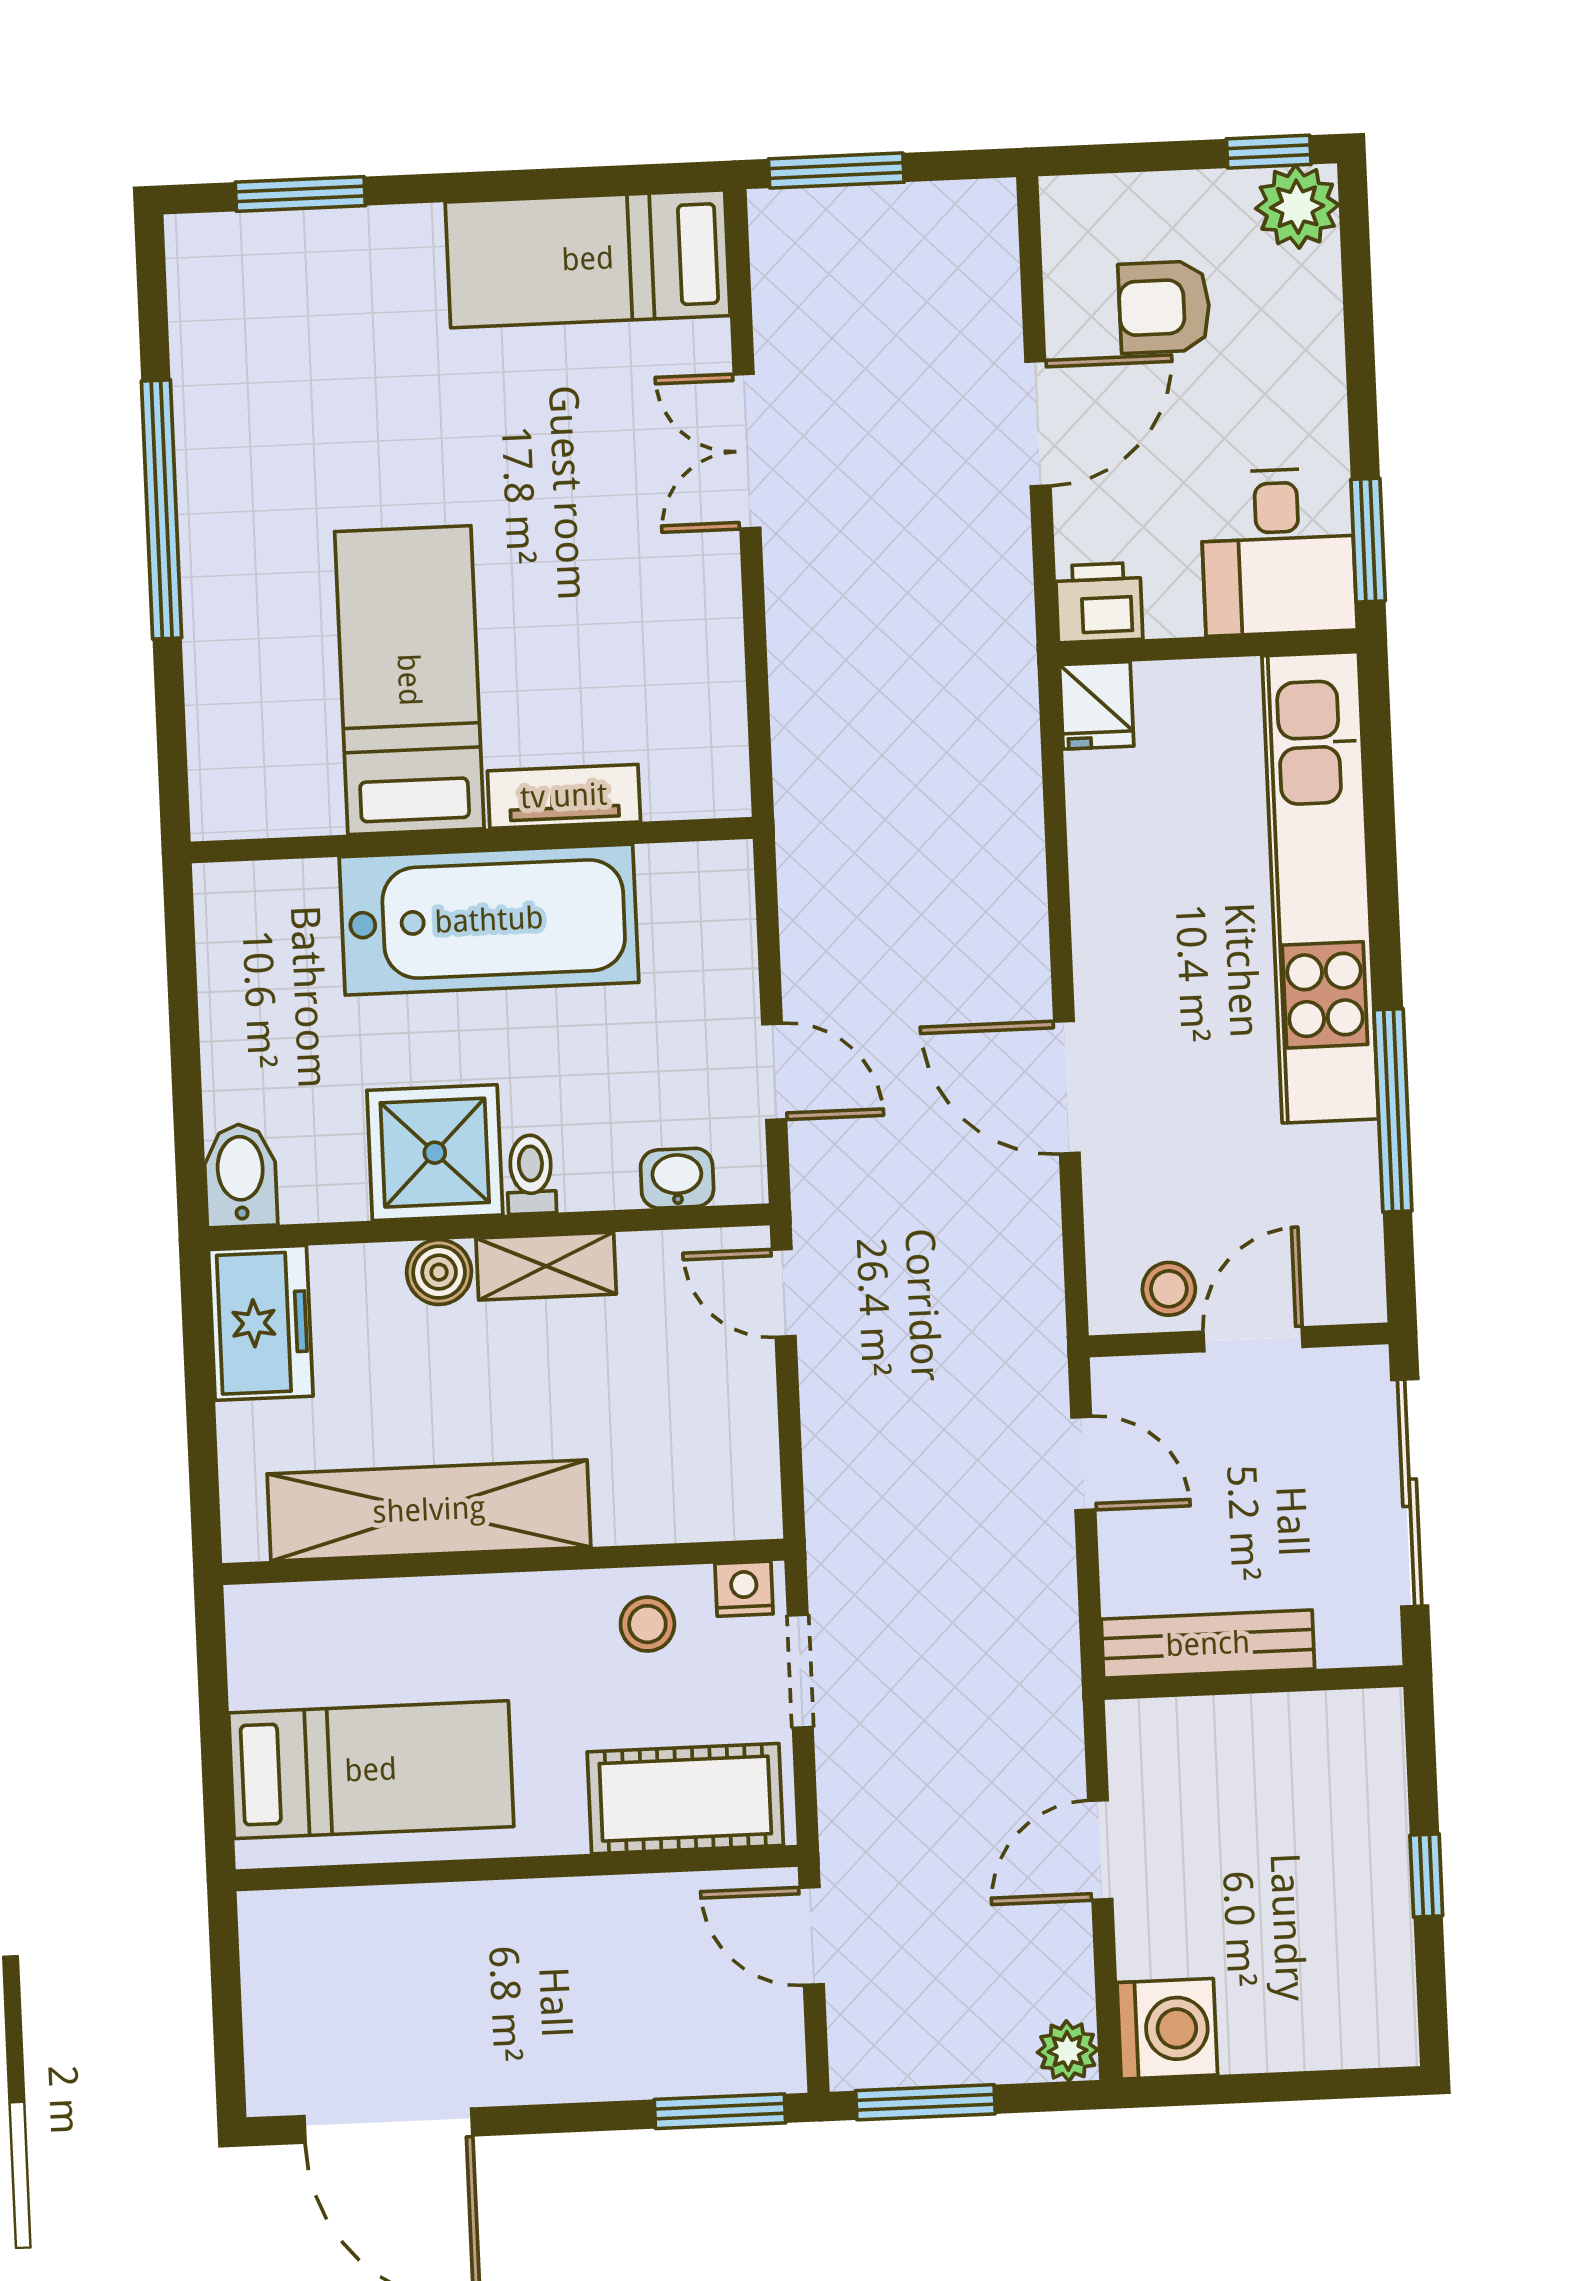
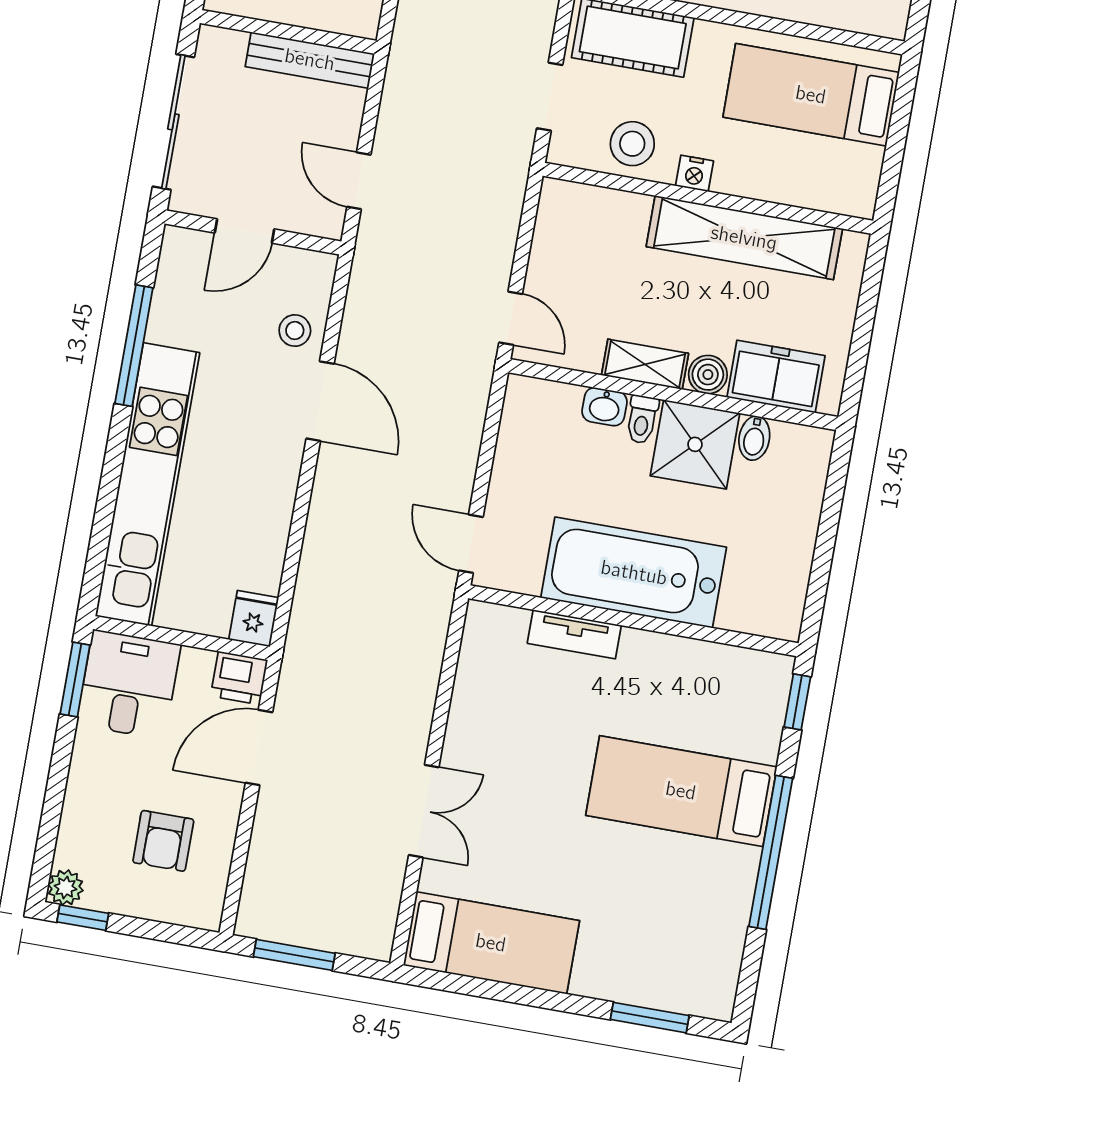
window: (836, 170) -> (294, 955), moved
plant: (1297, 207) -> (65, 888), width x0.73, depth x0.73
armchair: (1164, 307) -> (163, 841), turned 90
door: (1038, 424) -> (259, 747), moved
bed: (409, 680) -> (681, 791), moved, turned 90
window: (173, 767) -> (797, 702), added
door: (774, 1072) -> (471, 544), moved
bidet: (240, 1175) -> (754, 438), moved, width x0.72, depth x0.74
washbasin: (677, 1178) -> (605, 407), moved
stool: (1169, 1289) -> (295, 331), moved
freezer: (261, 1323) -> (776, 377), moved, turned 90
nightstand: (744, 1589) -> (694, 173), moved
stool: (647, 1624) -> (632, 144), width x1.37, depth x1.37

